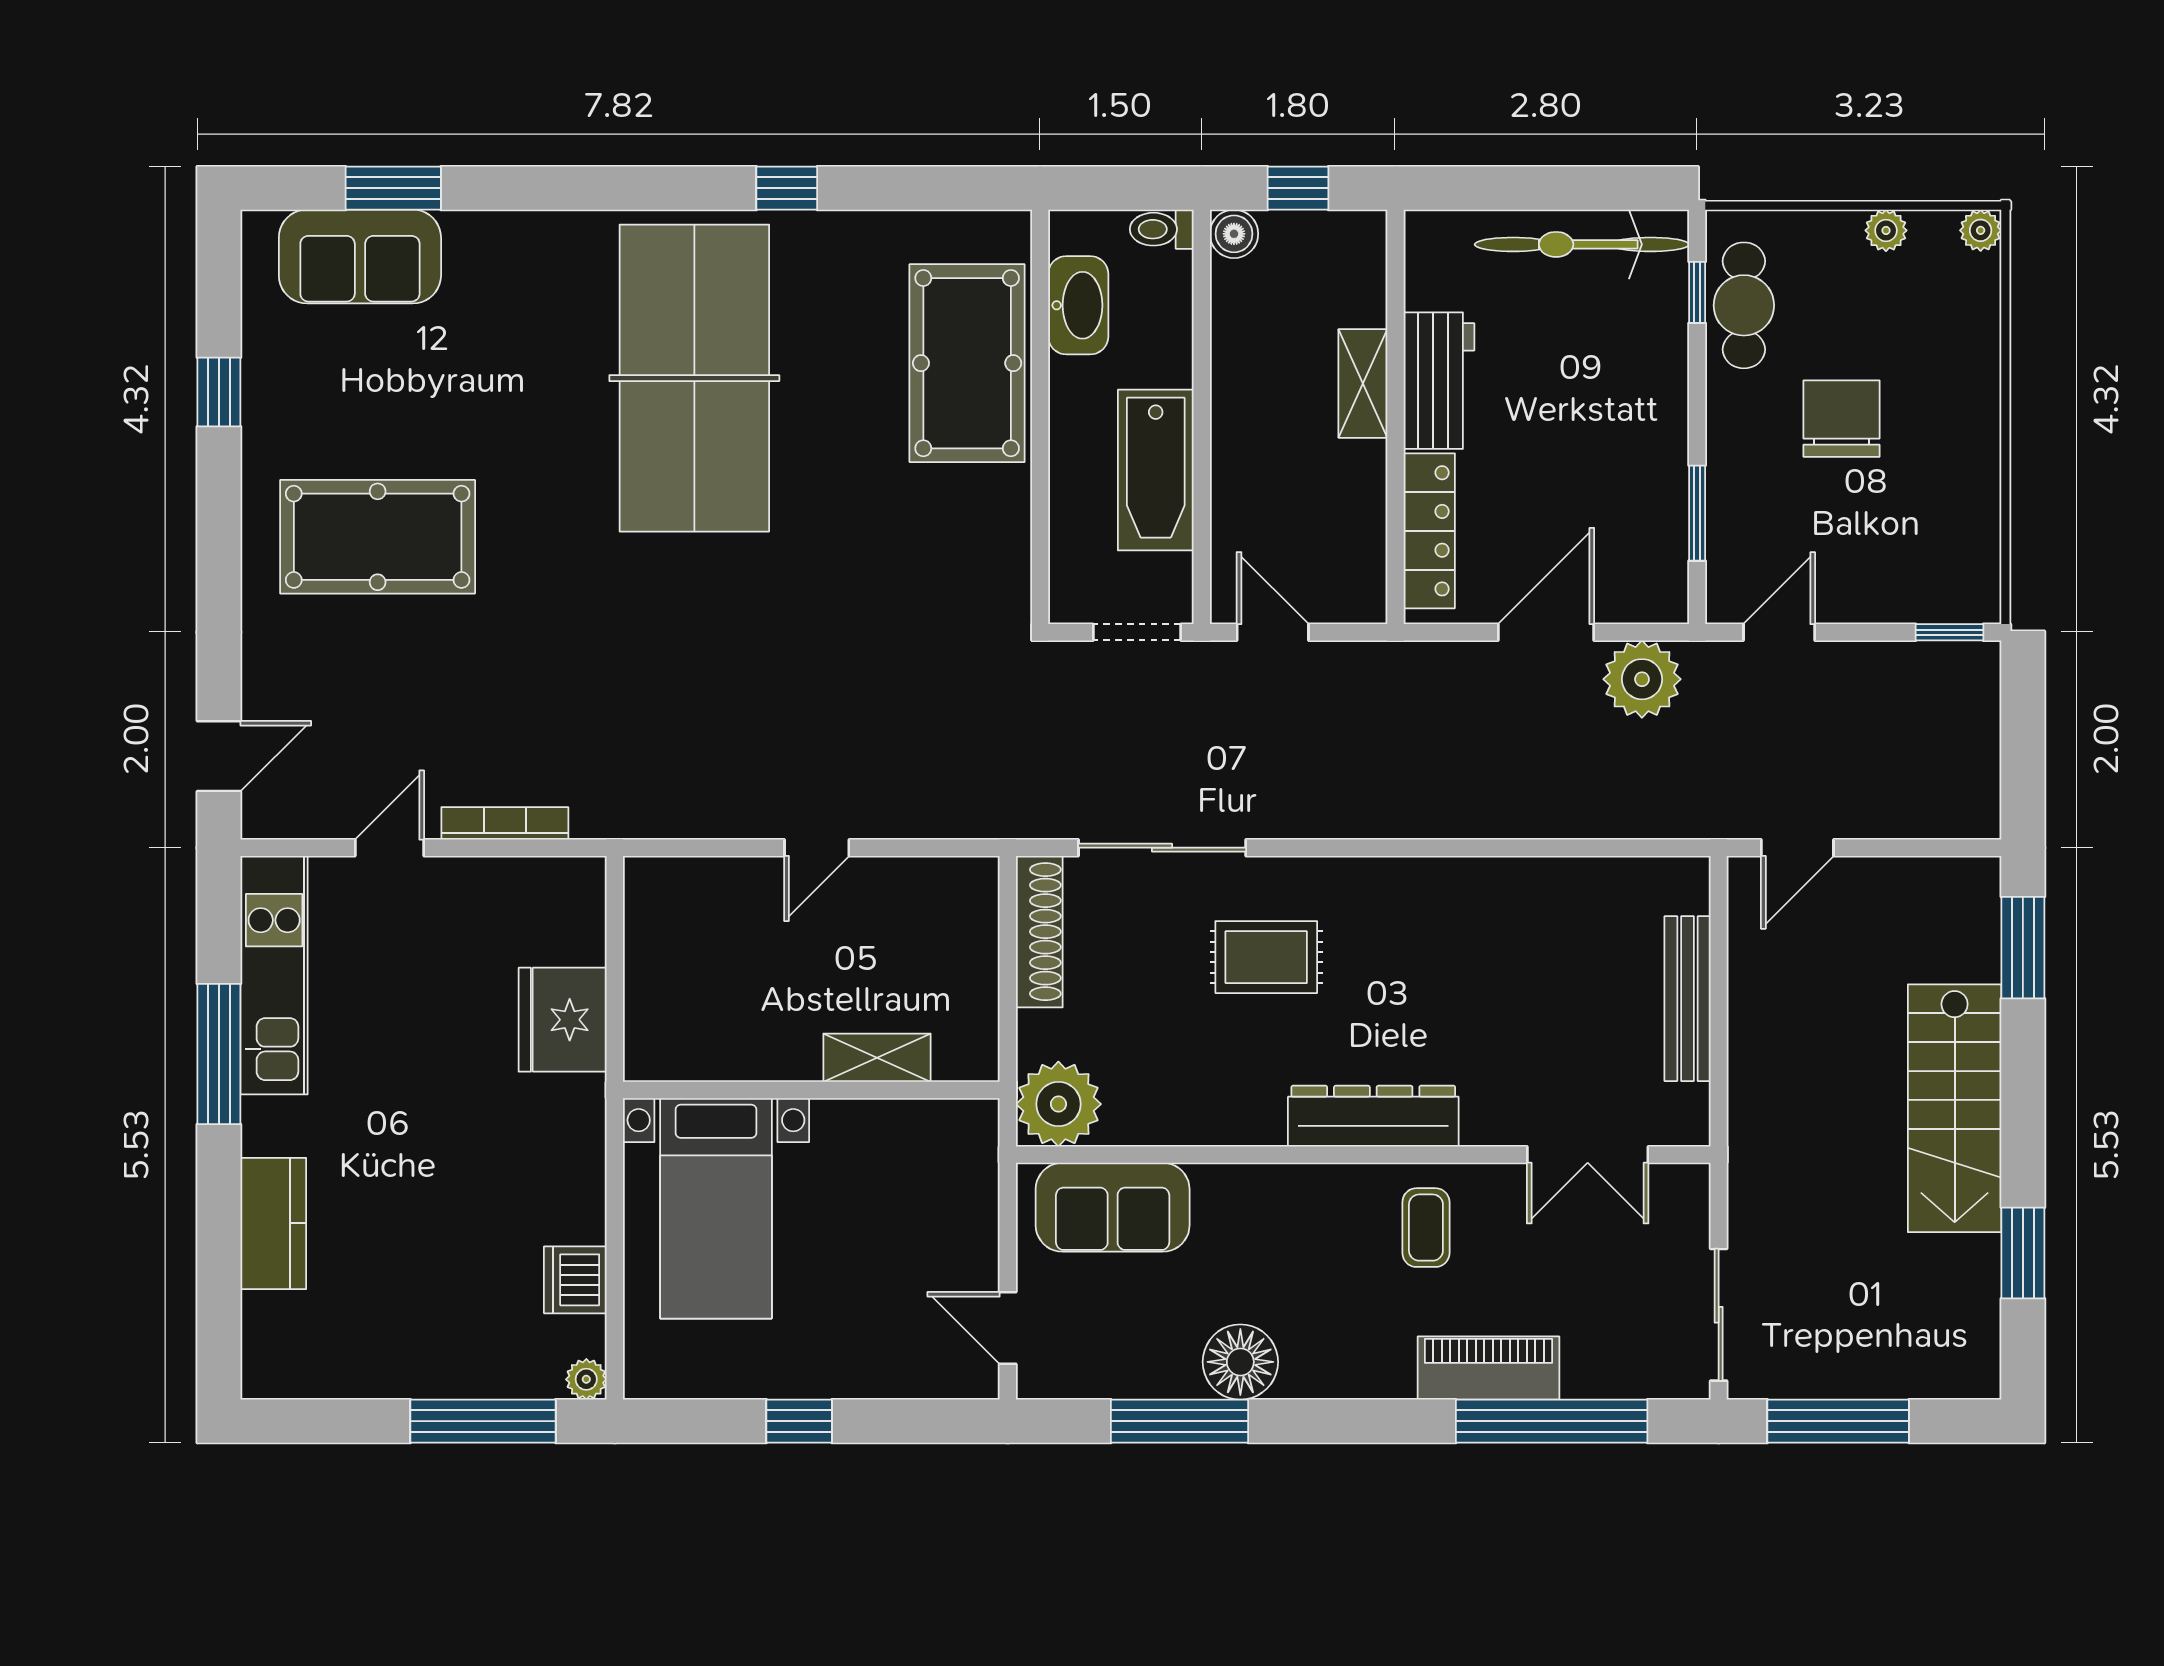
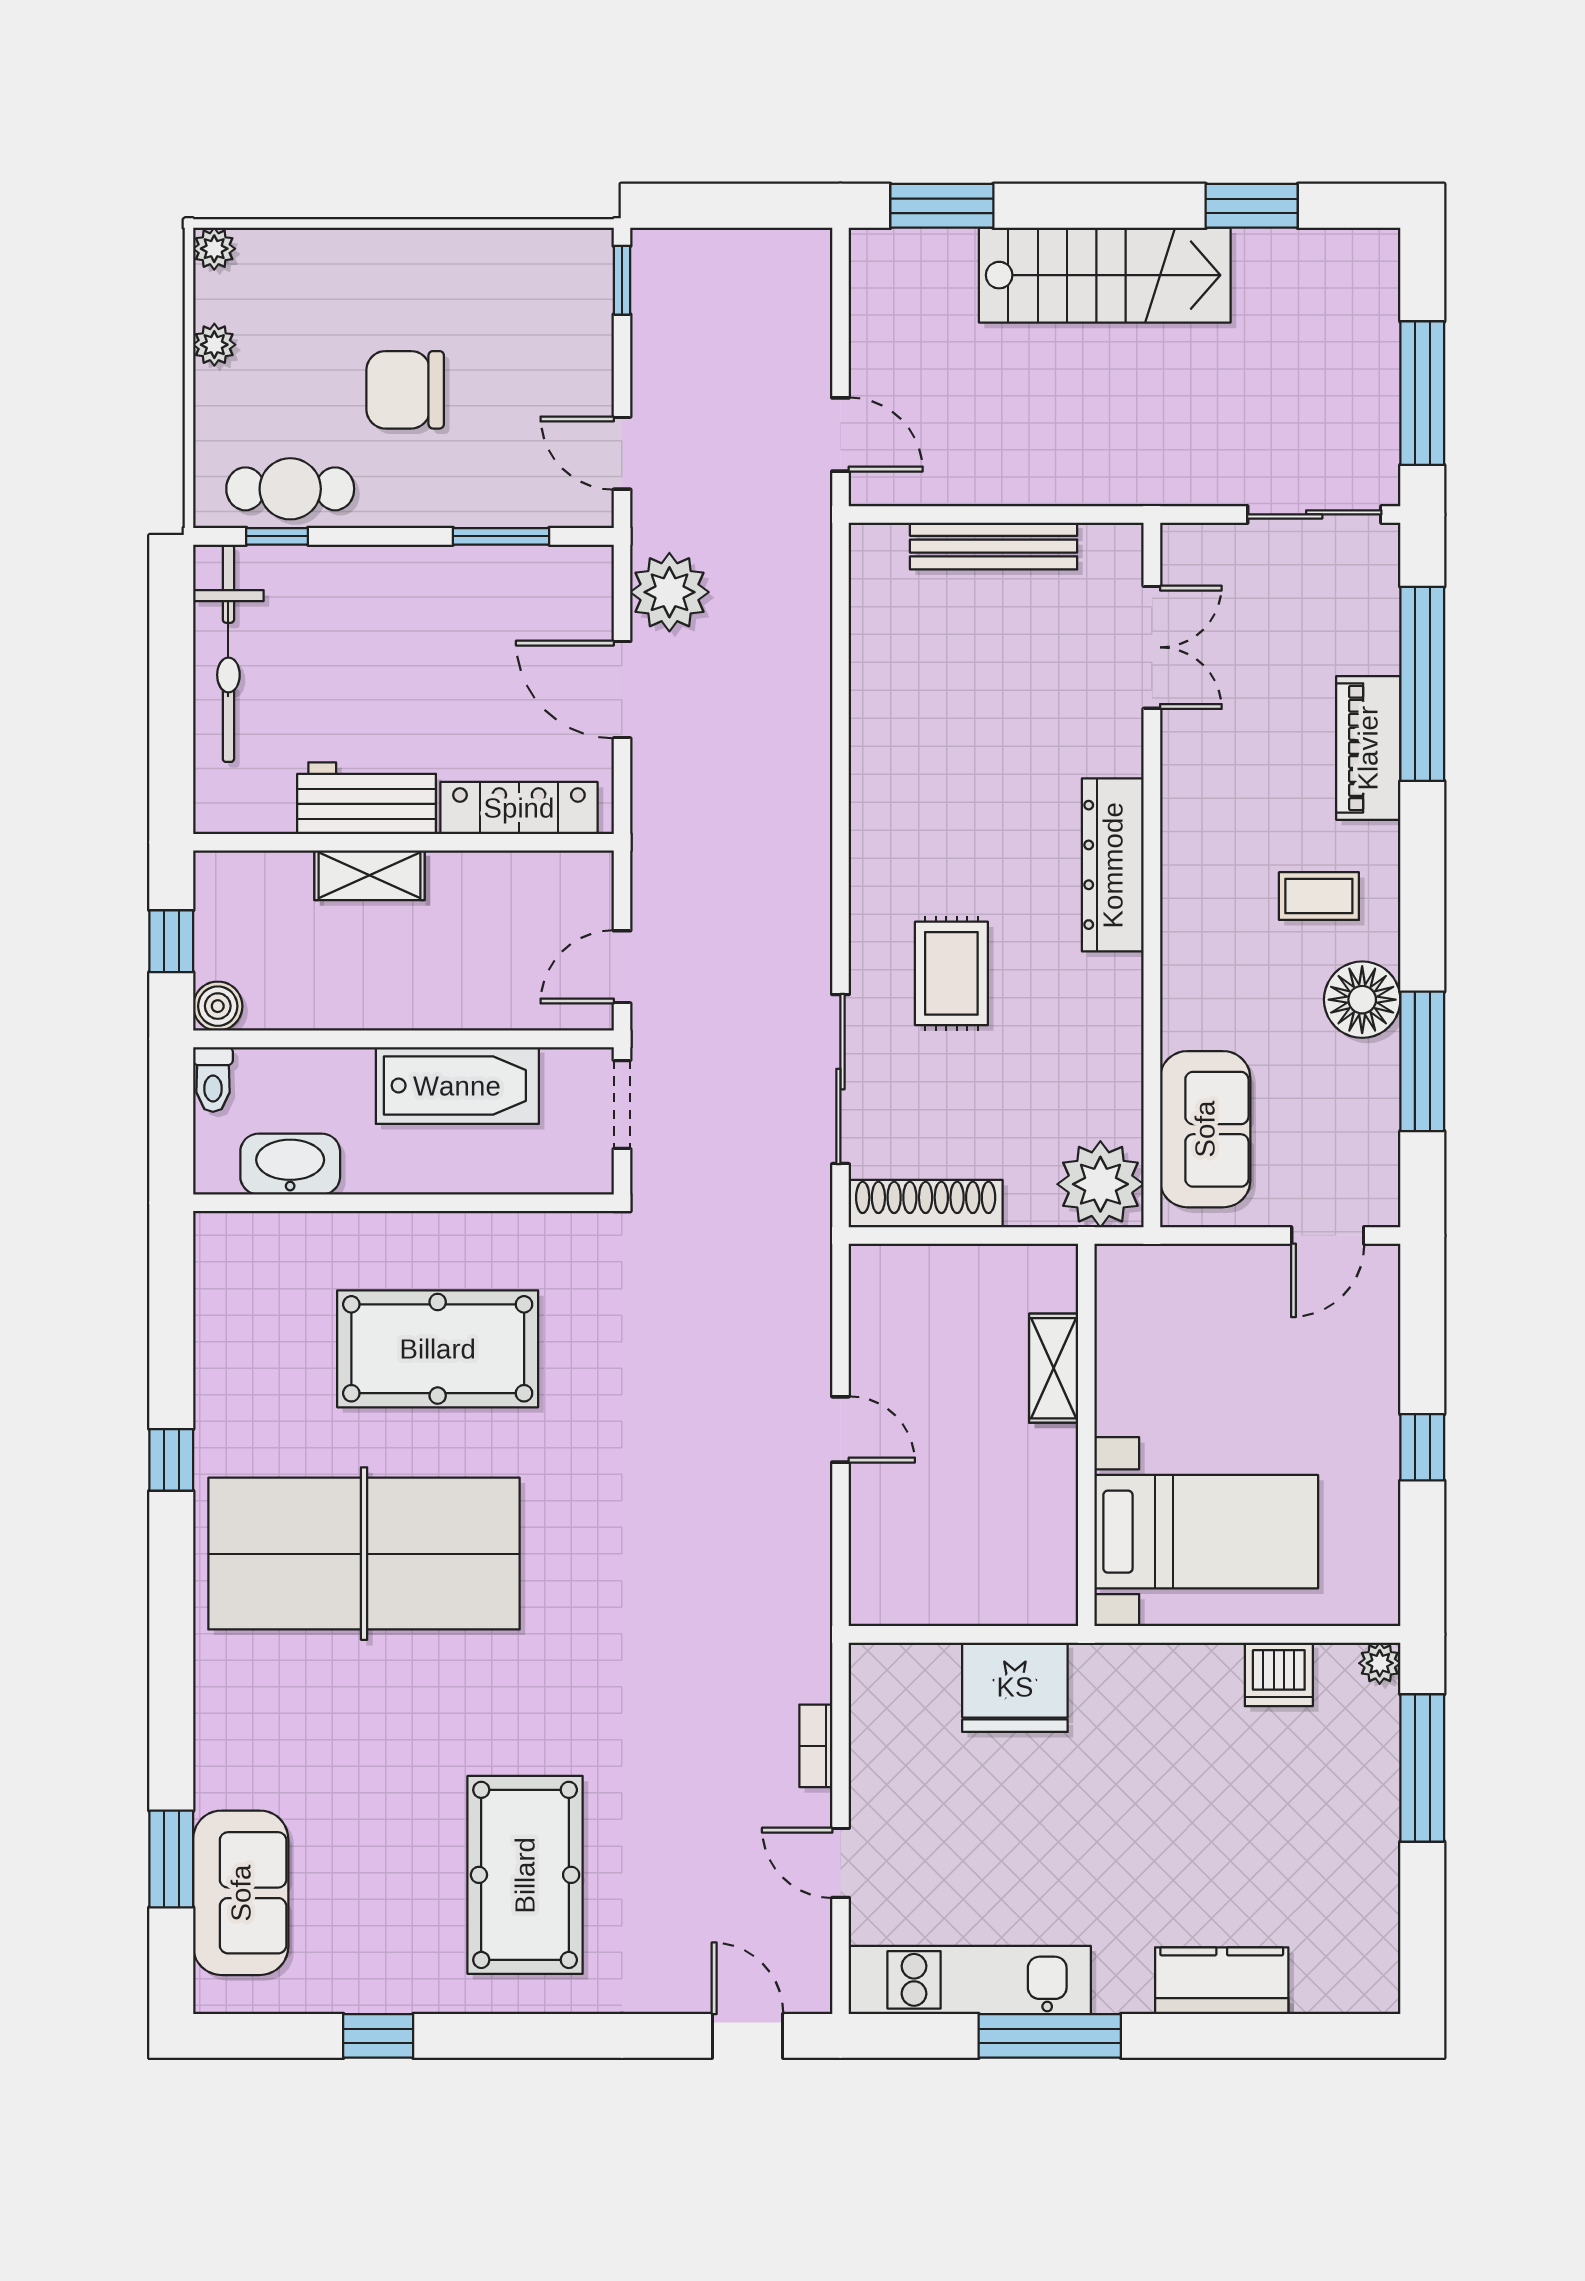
pool table: (967, 363) -> (438, 1349), moved
bookcase: (505, 823) -> (816, 1746), width x0.64
coffee table: (1426, 1228) -> (1319, 896), moved

